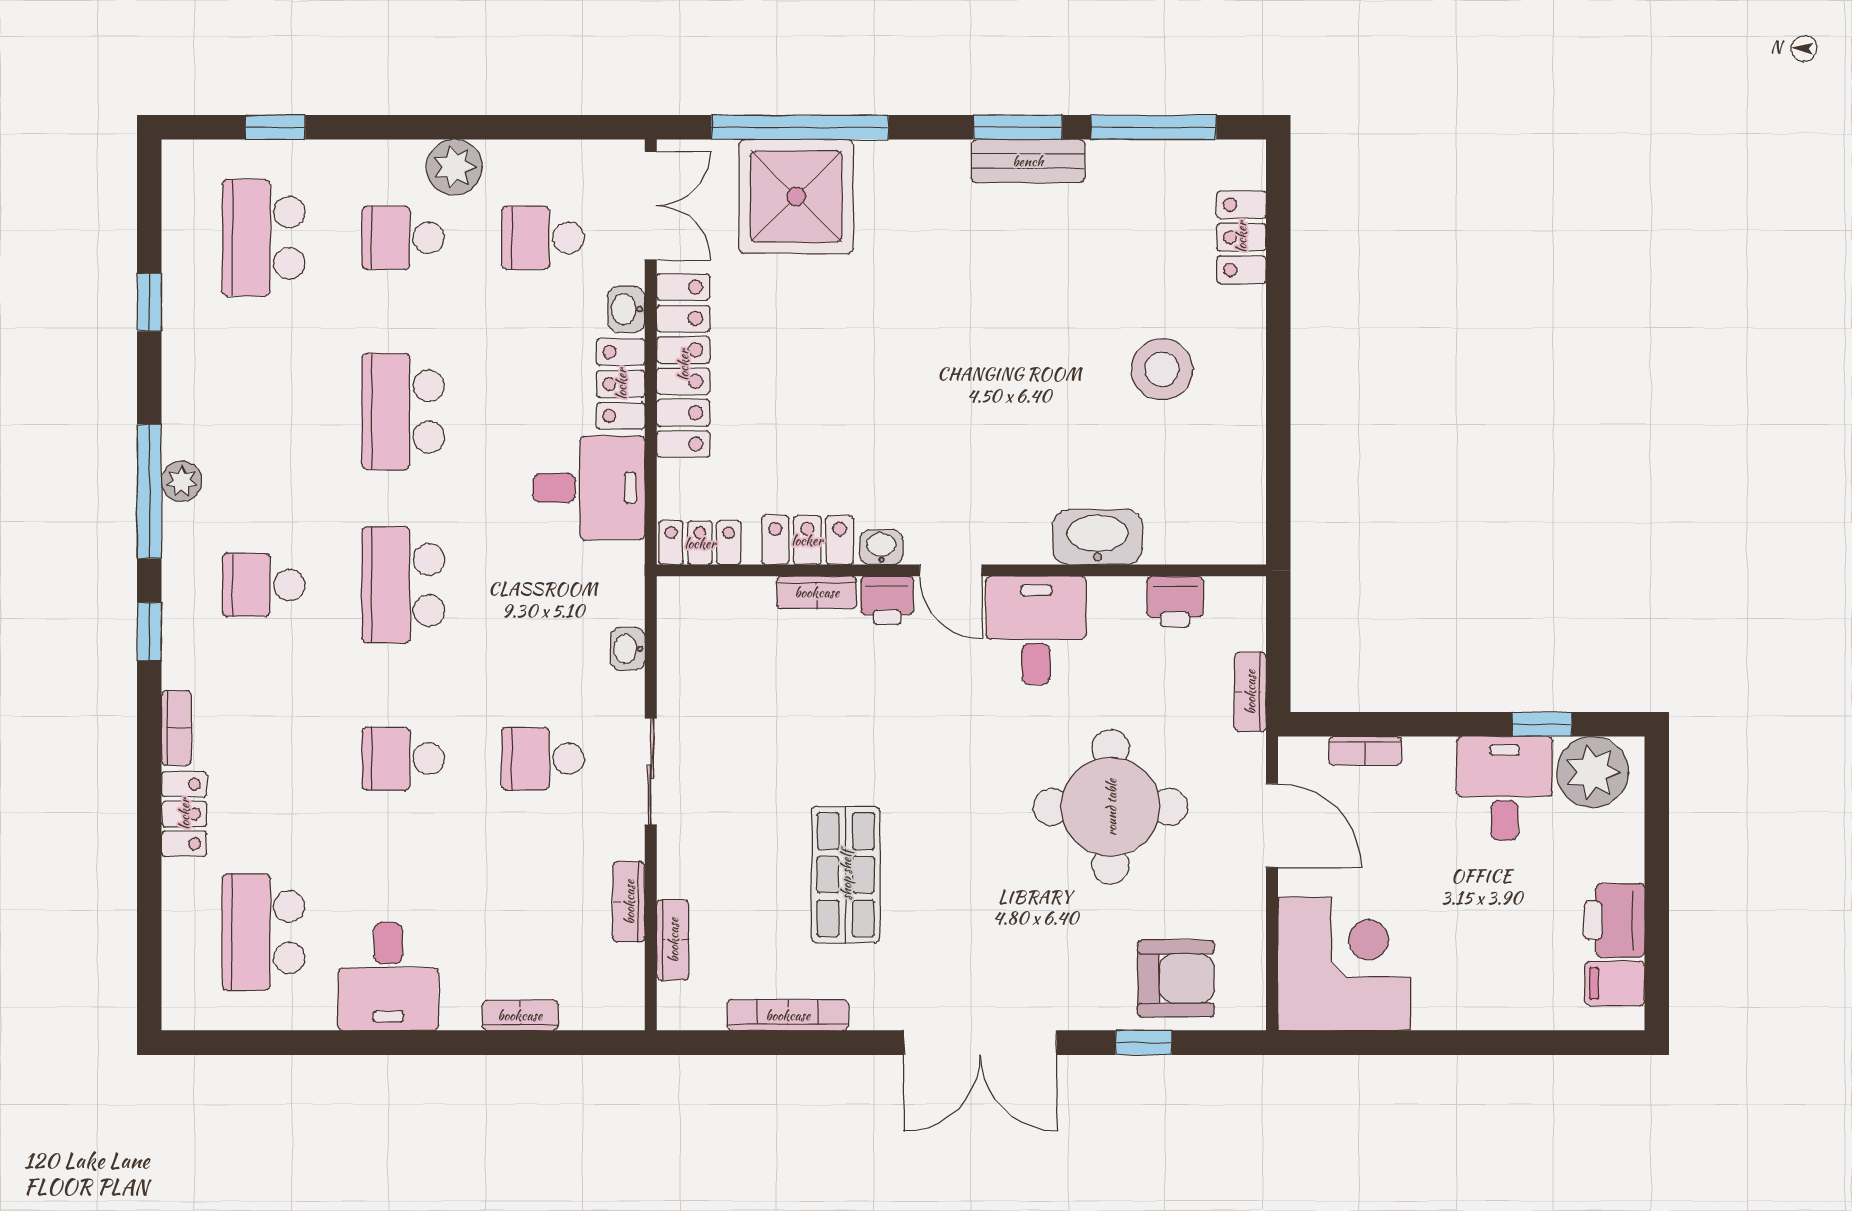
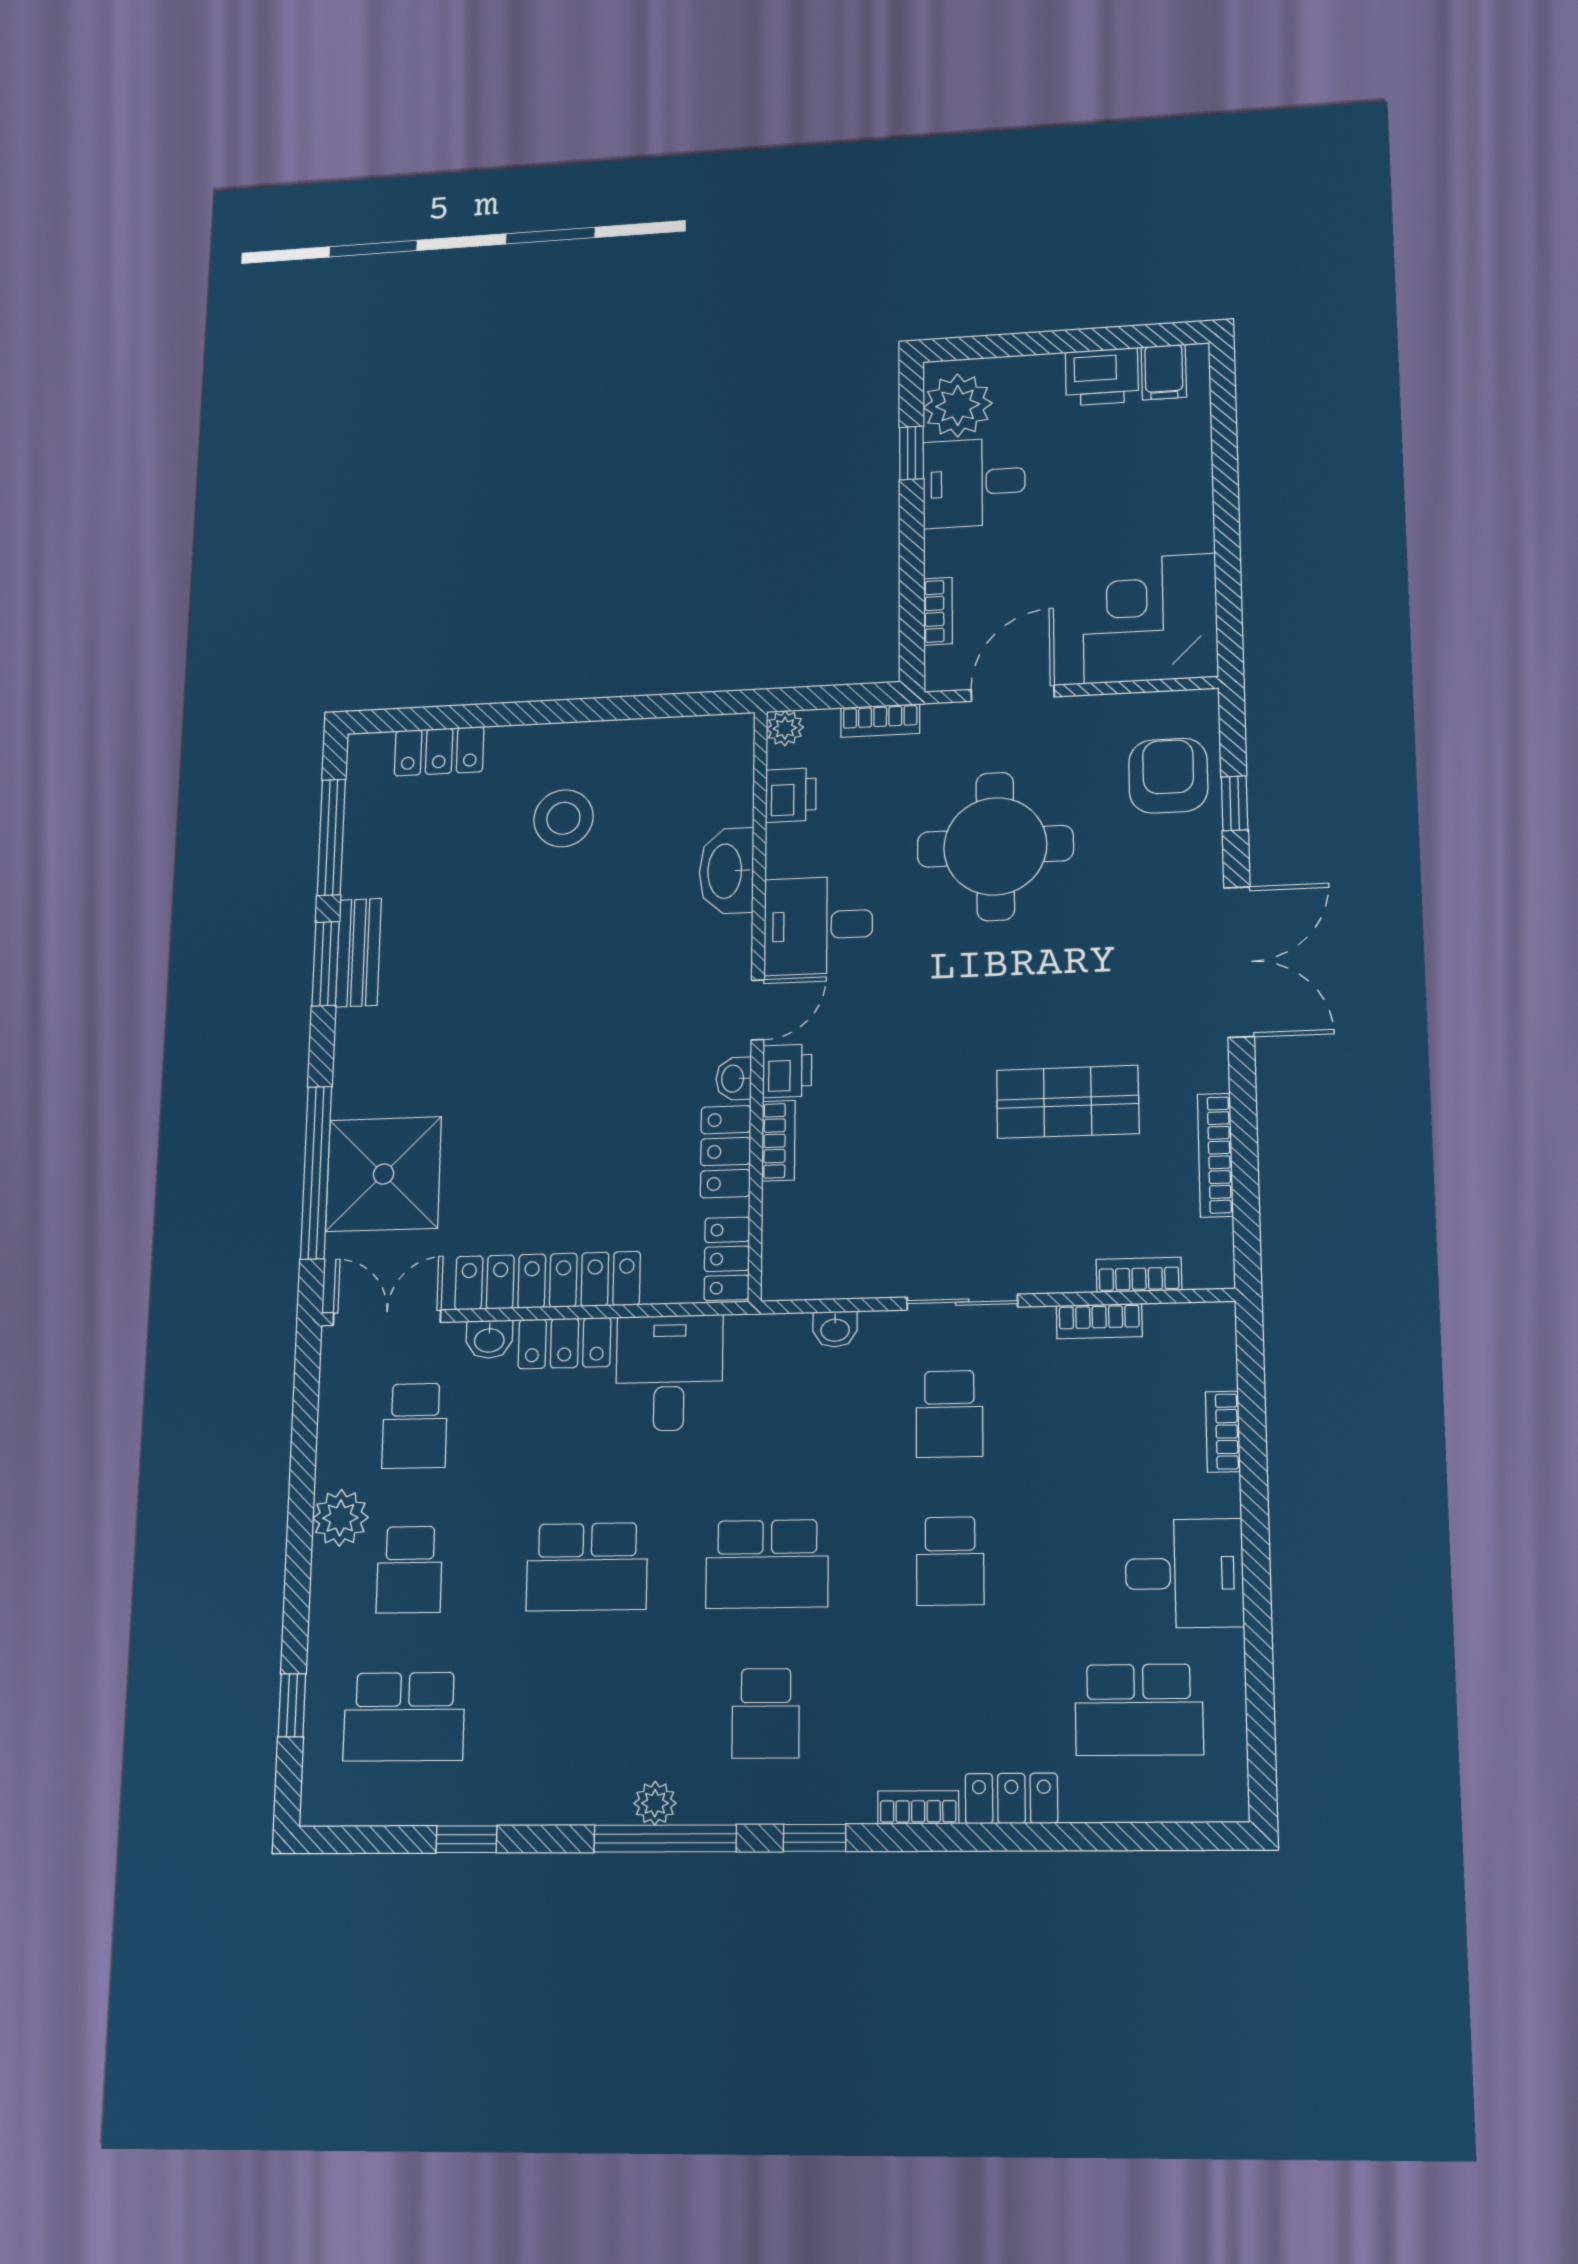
plant: (1247, 595) -> (785, 728), added

